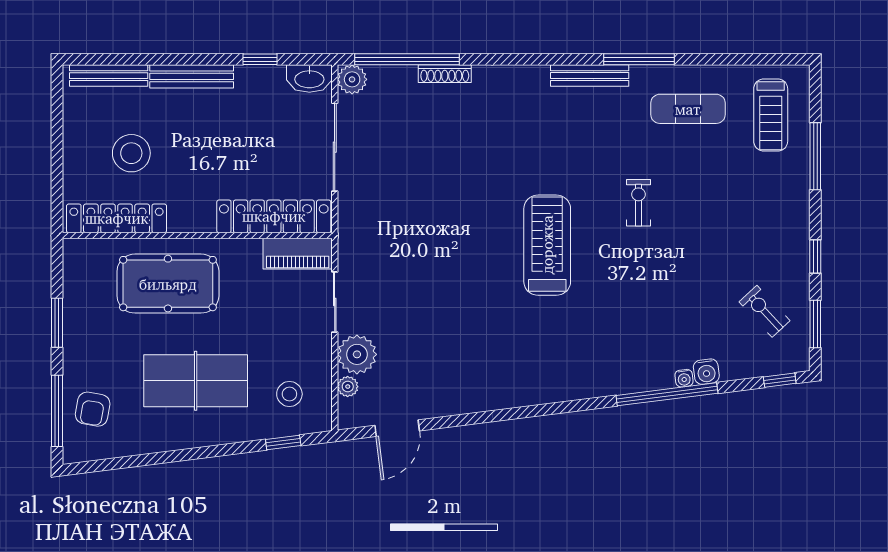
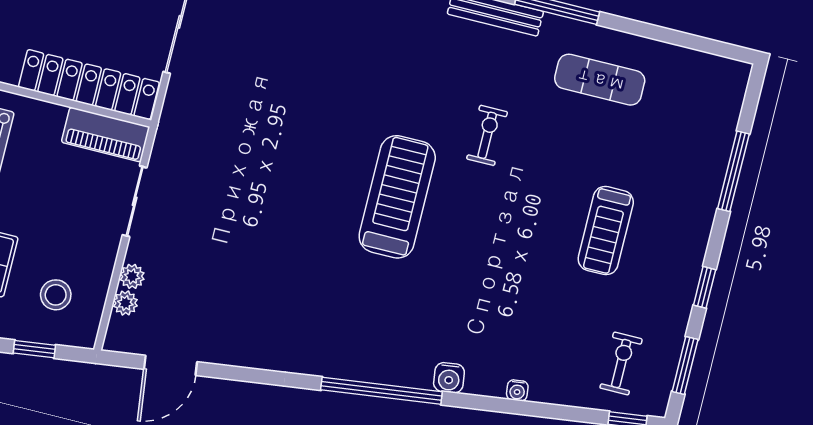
treadmill: (771, 115) -> (606, 231), moved
exercise bike: (638, 203) -> (487, 135), moved
exercise bike: (764, 311) -> (621, 364), moved, turned 43
plant: (357, 354) -> (132, 276), width x0.53, depth x0.53
water cooler: (706, 372) -> (449, 378), moved
window: (667, 394) -> (381, 391), moved

